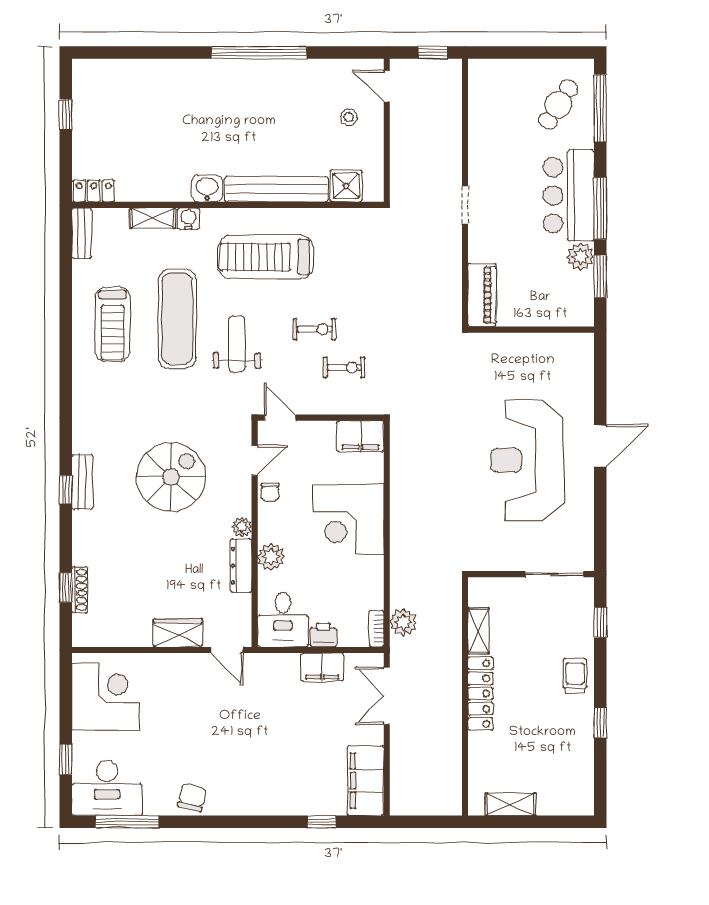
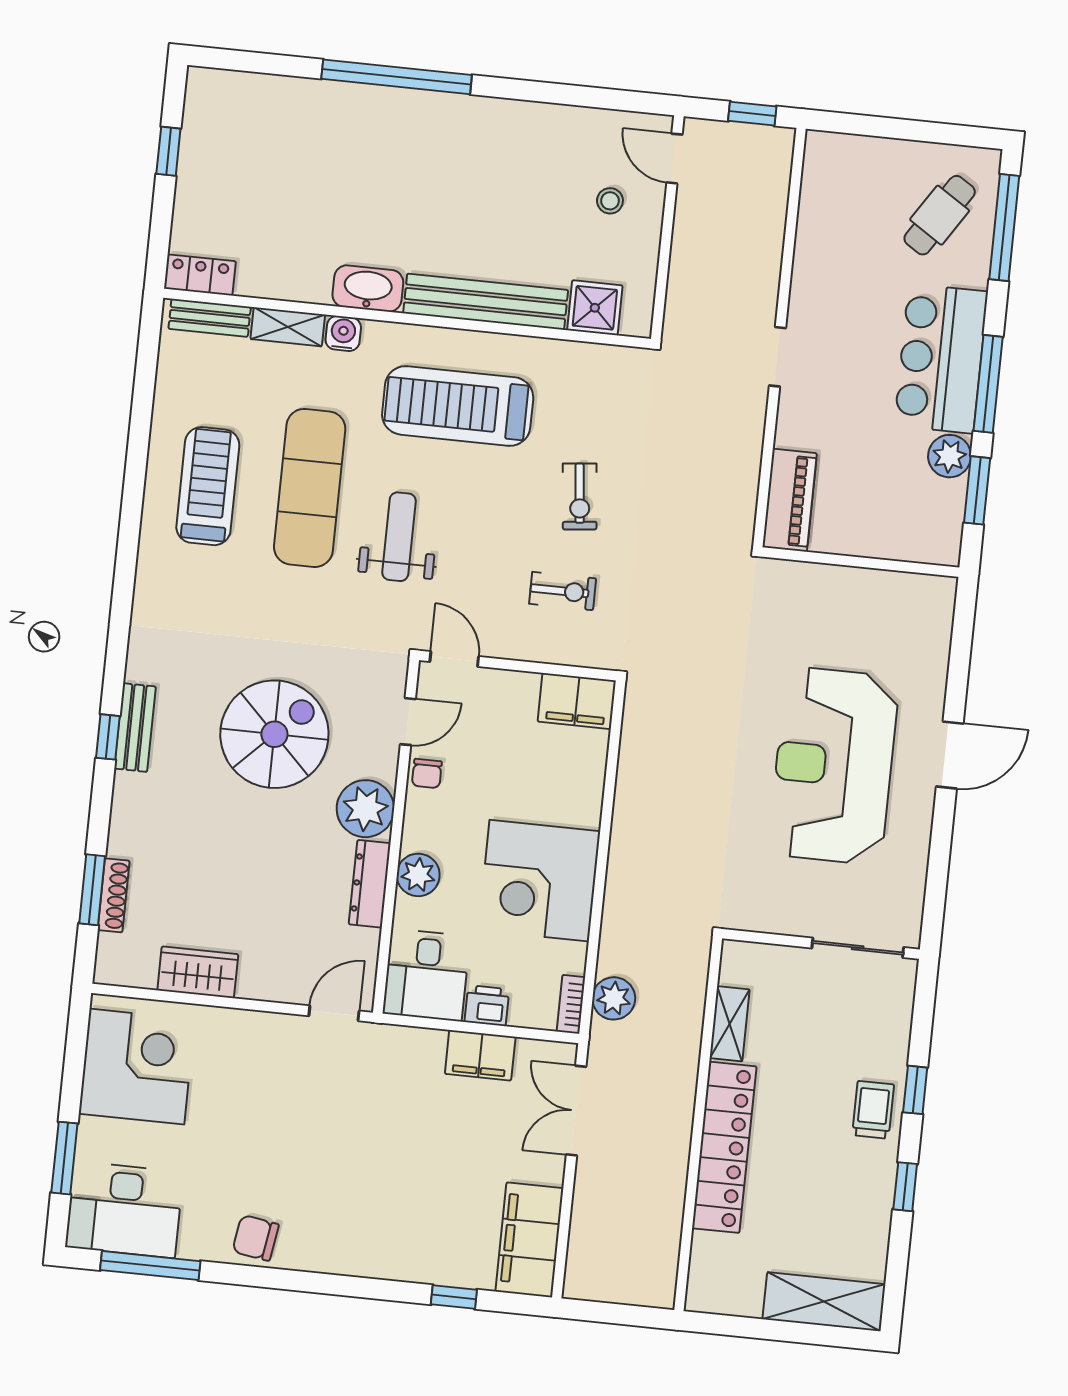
window: (259, 53) -> (397, 77), moved
washbasin: (207, 189) -> (368, 289), width x1.38
bench: (81, 233) -> (210, 318), moved, turned 90
treadmill: (113, 324) -> (208, 486), turned 180
exercise bike: (314, 329) -> (580, 497), moved, turned 84
corner desk: (348, 519) -> (539, 881), moved
plant: (242, 527) -> (365, 809), width x1.87, depth x1.87
window: (66, 588) -> (92, 890), width x1.50
window: (600, 622) -> (915, 1090), moved
wardrobe: (178, 633) -> (198, 972), moved
door: (227, 650) -> (334, 1013), swing flipped
locker: (480, 694) -> (724, 1147), width x1.41, depth x1.21
window: (66, 759) -> (64, 1158), width x1.50
chair: (192, 797) -> (256, 1238), turned -96
shelving: (511, 804) -> (824, 1302), moved, width x1.50, depth x1.33

